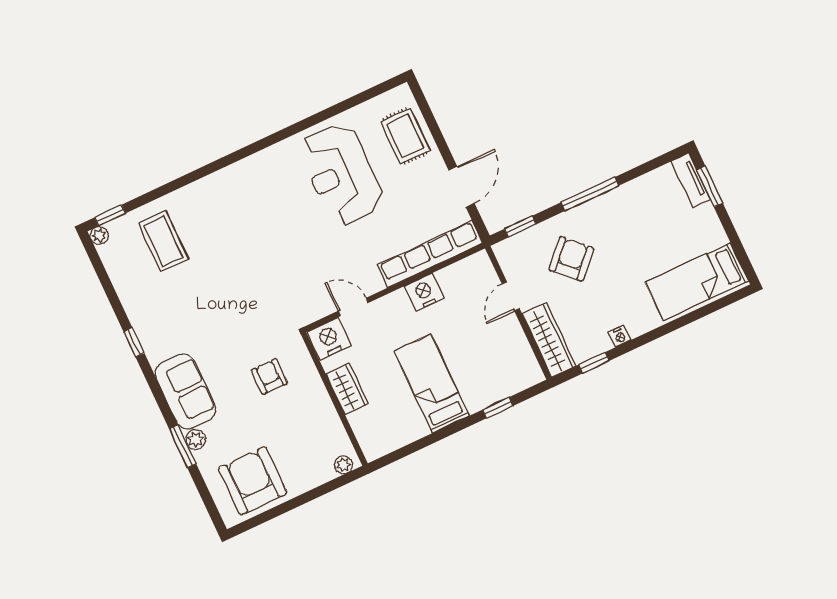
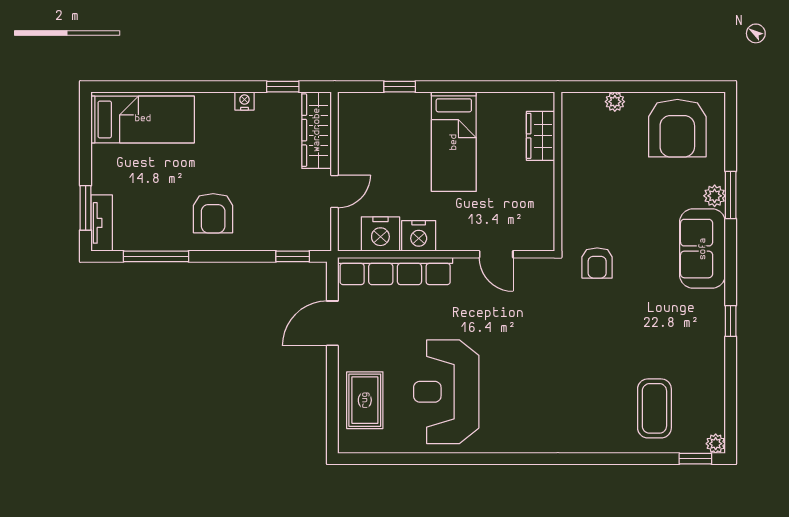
reception desk: (341, 174) -> (446, 392), turned 180
window: (590, 194) -> (156, 256), moved
armchair: (571, 259) -> (213, 213), moved, turned -44
nightstand: (329, 339) -> (380, 234), moved
armchair: (269, 376) -> (597, 263), moved
wardrobe: (347, 389) -> (541, 136), moved
plant: (344, 465) -> (615, 102), moved

